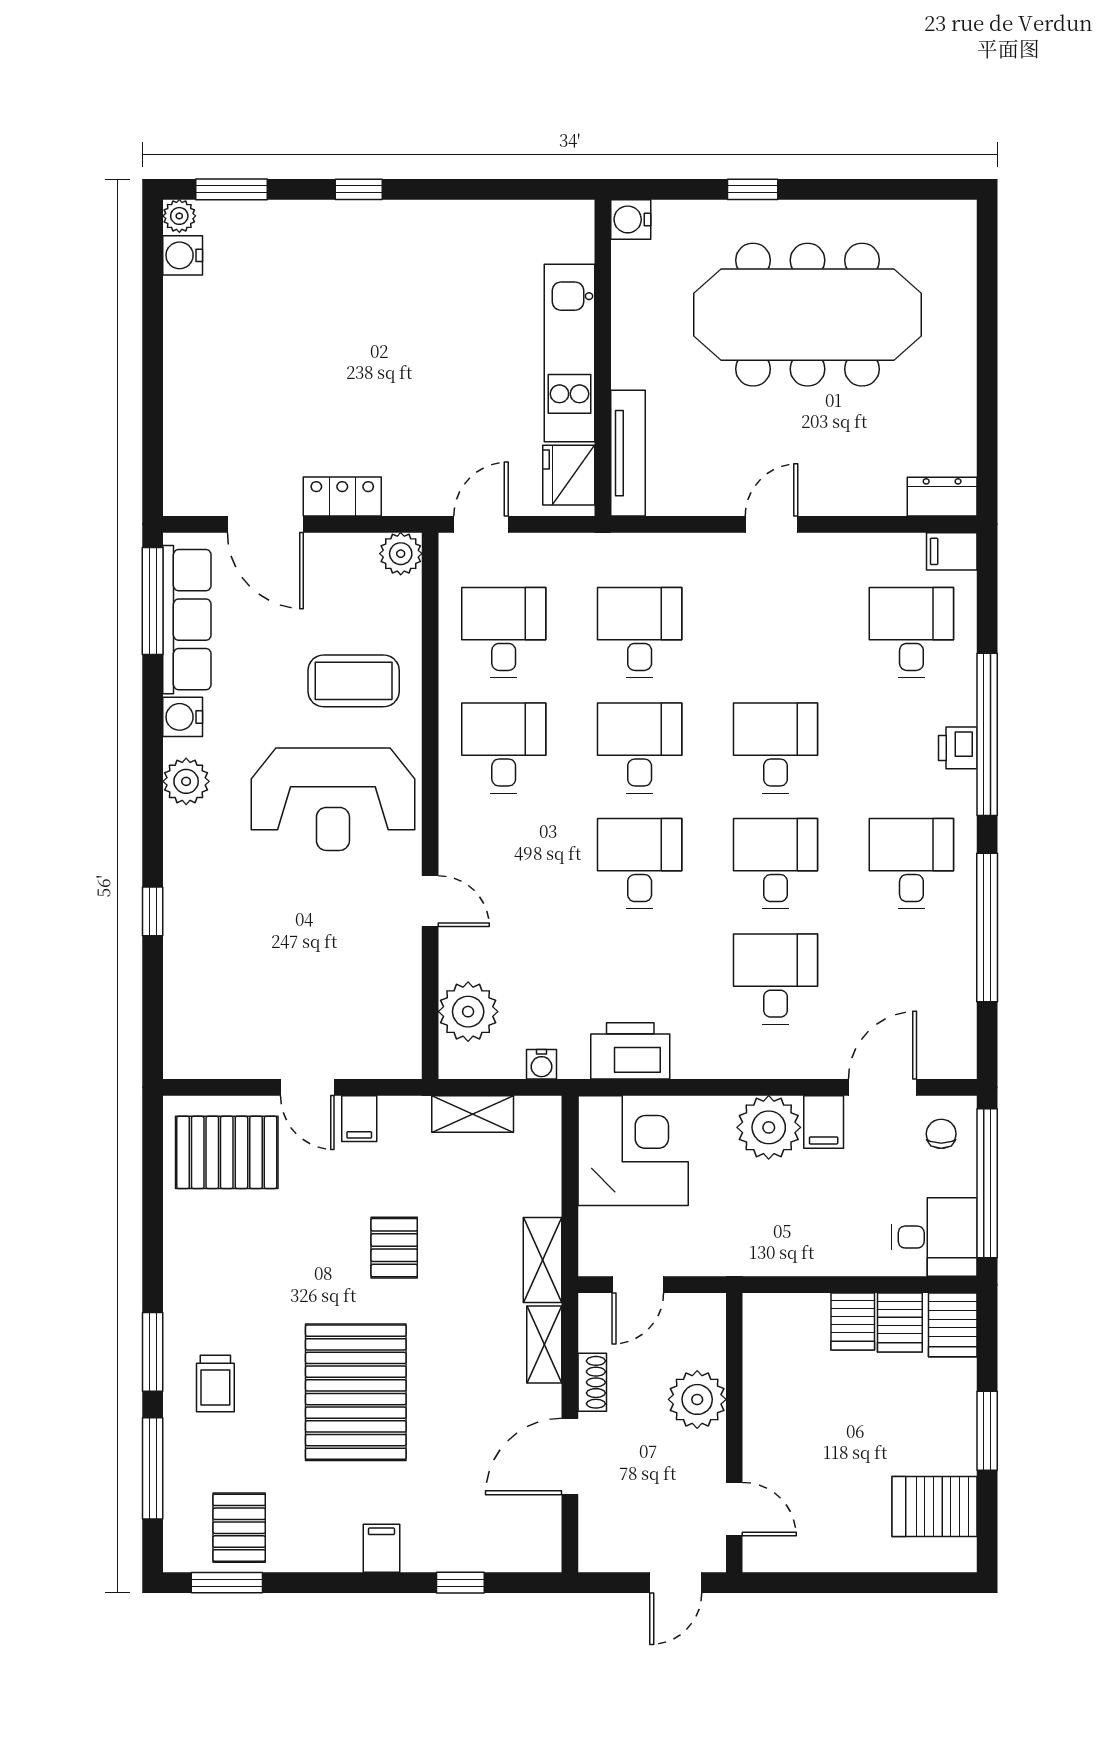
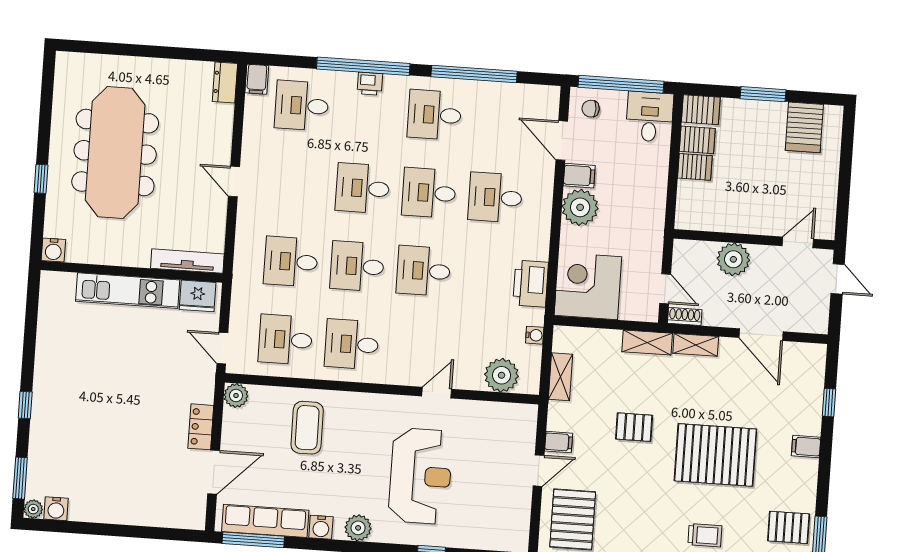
reception desk: (333, 799) -> (421, 476), moved
shoe rack: (592, 1382) -> (685, 316), moved

